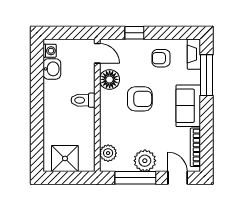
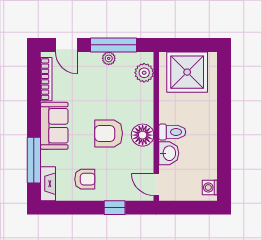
washbasin: (52, 69) -> (169, 153), moved, turned 180
floor lamp: (110, 79) -> (143, 135), moved
shower: (65, 158) -> (187, 72), width x1.37, depth x1.37
plant: (145, 161) -> (109, 58), width x0.53, depth x0.53

